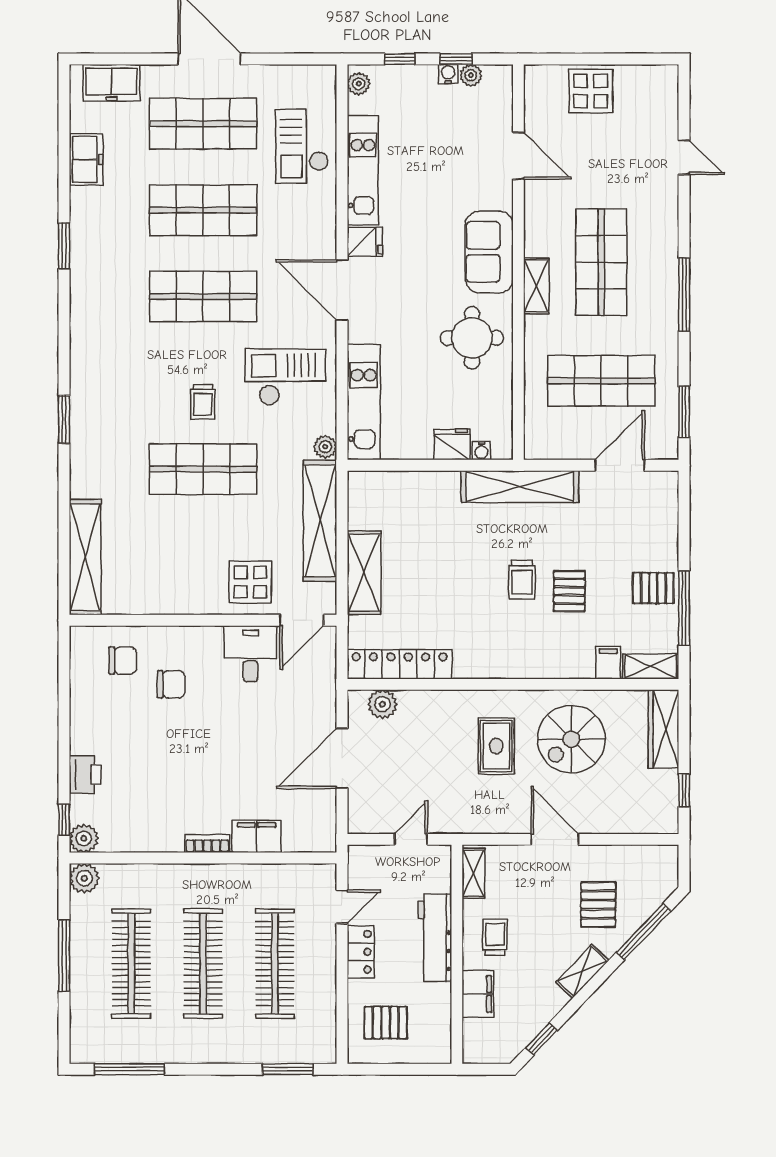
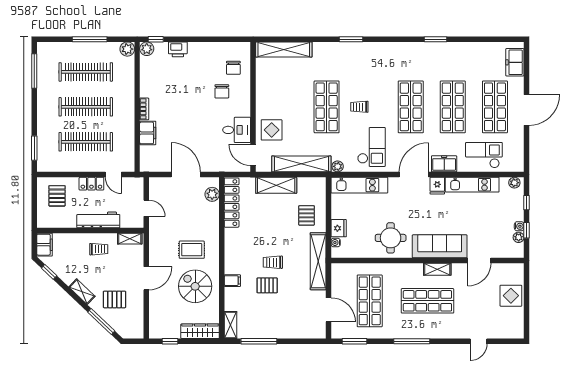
freezer: (86, 159) -> (444, 164), moved, turned 180
sofa: (489, 252) -> (440, 246), width x1.36
shelving: (536, 286) -> (437, 269), moved
pallet: (653, 588) -> (307, 215), moved
filing cabinet: (608, 663) -> (232, 281), moved
filing cabinet: (478, 994) -> (45, 245), moved, turned -90

